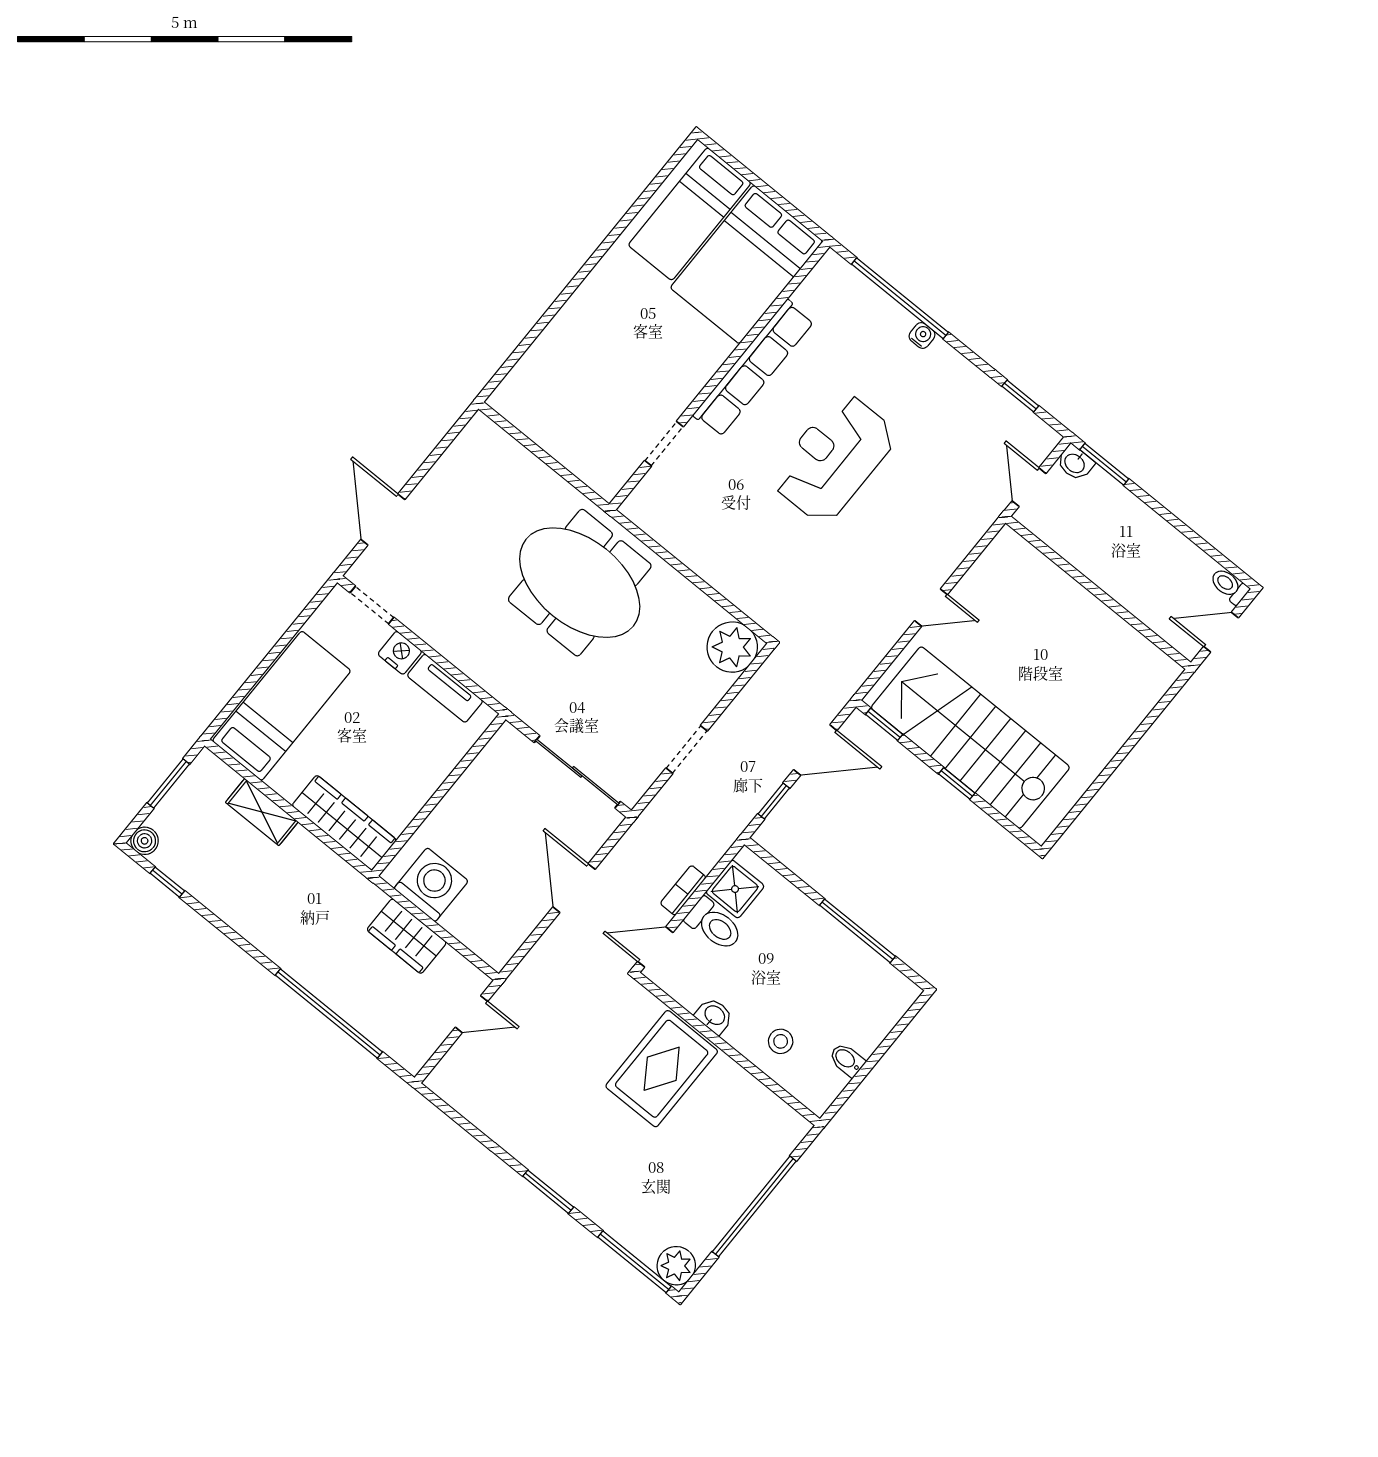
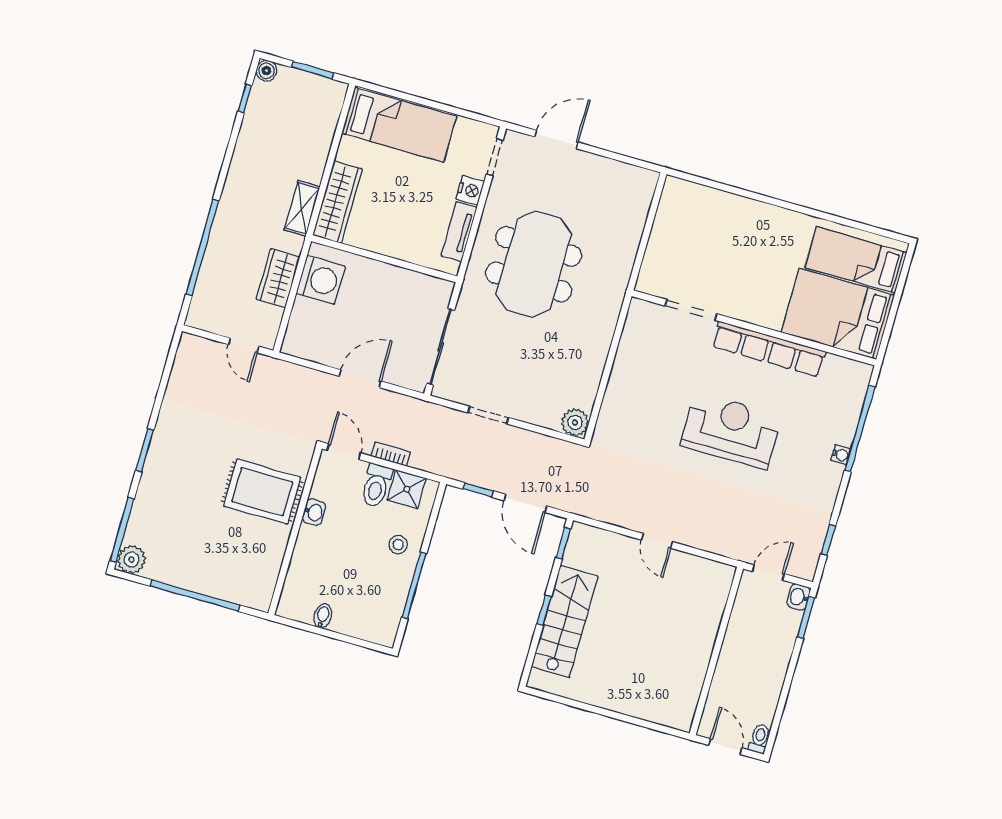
doorway: (664, 444) -> (691, 310), width x1.38
meeting table: (580, 583) -> (534, 264), moved
plant: (732, 647) -> (575, 422), width x0.73, depth x0.73
stairs: (970, 738) -> (565, 622), width x0.73, depth x0.66
shelving: (262, 812) -> (302, 208), moved
stool: (781, 1041) -> (398, 545), moved

